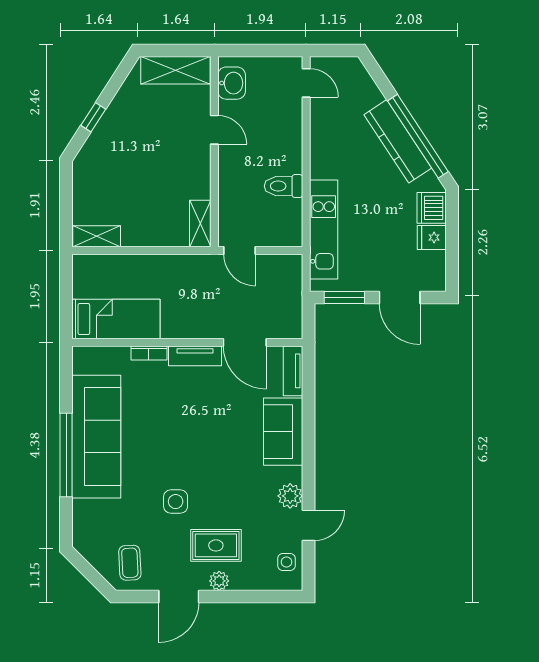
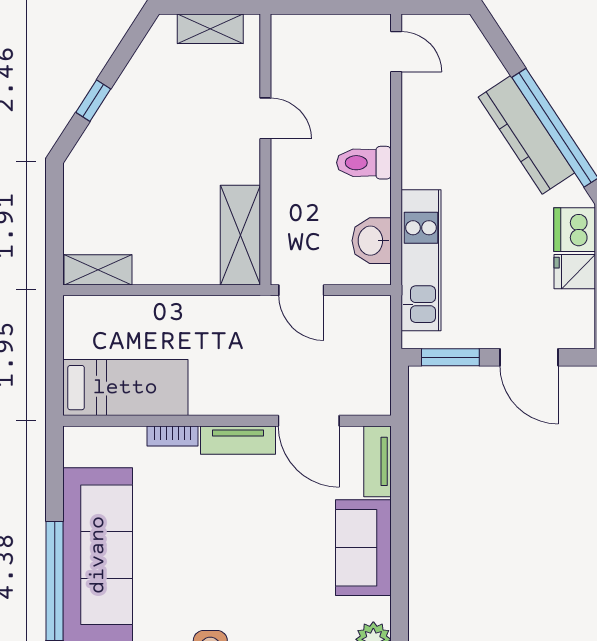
shelving: (175, 70) -> (210, 29), width x0.67, depth x0.75
washbasin: (232, 83) -> (372, 241), moved, turned 180
toilet: (284, 186) -> (364, 163), moved
shelving: (200, 224) -> (240, 235), width x1.50, depth x1.33

